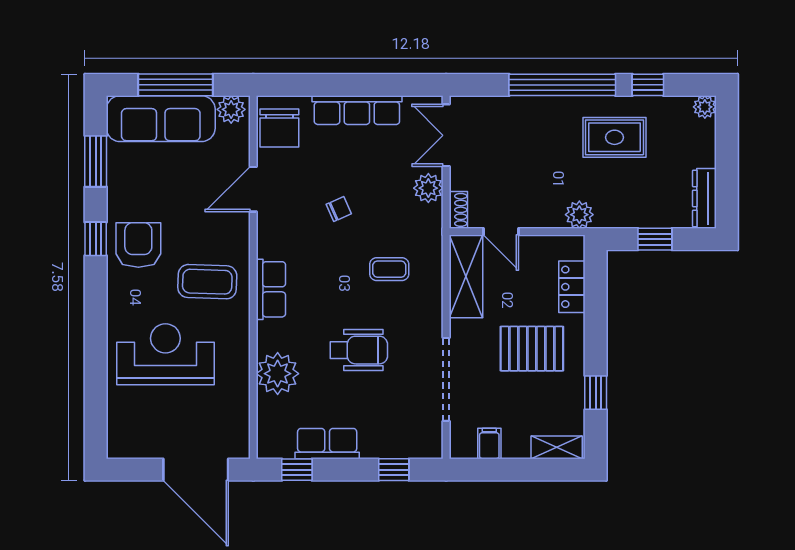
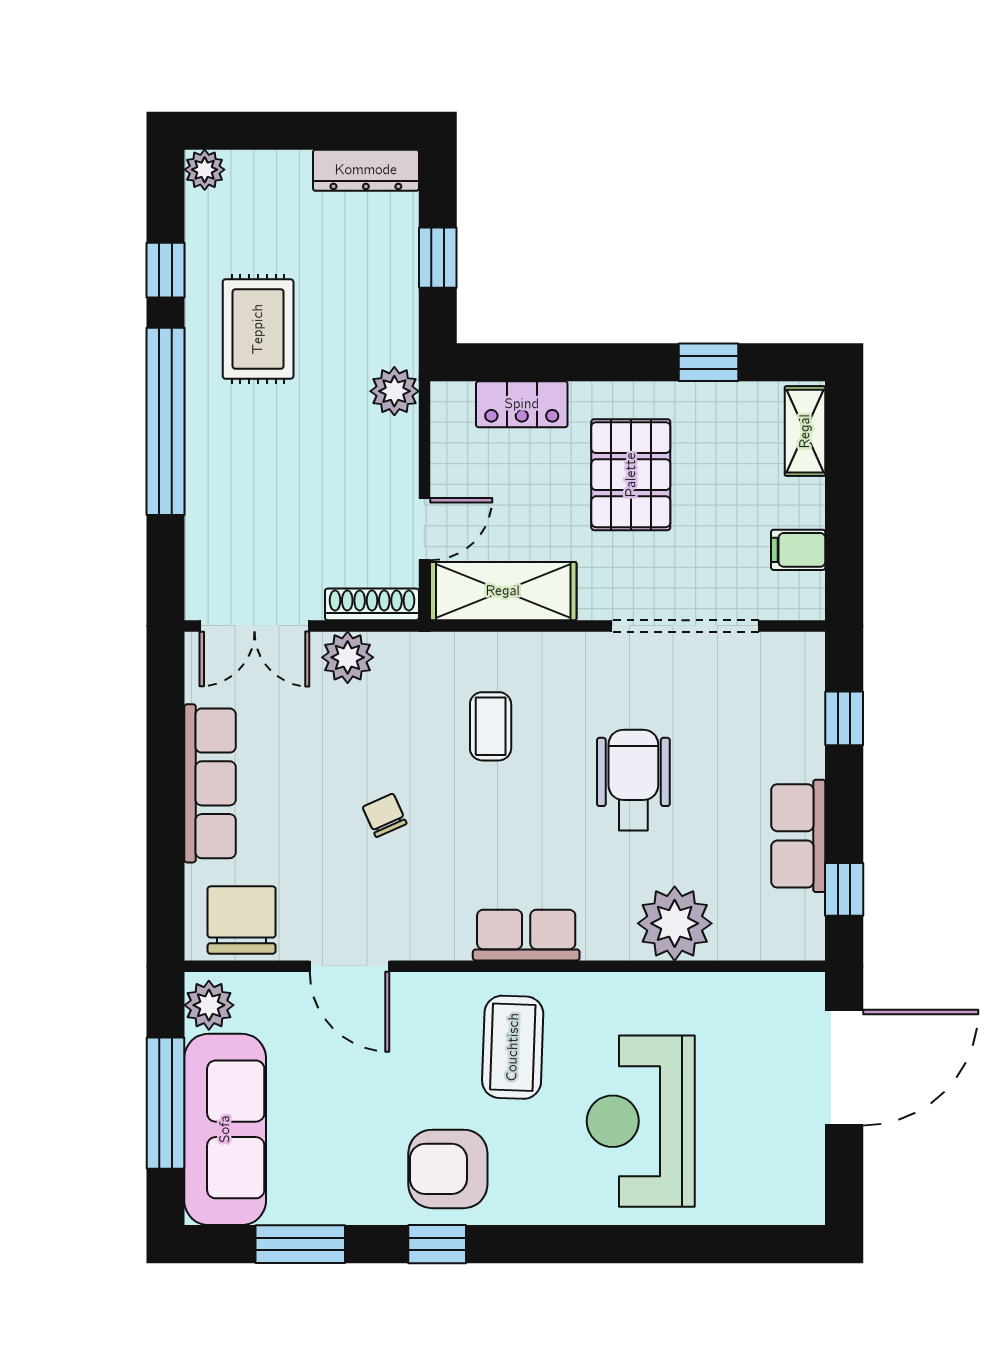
chair: (279, 128) -> (242, 920), turned -90
shoe rack: (458, 210) -> (372, 604), width x1.43

